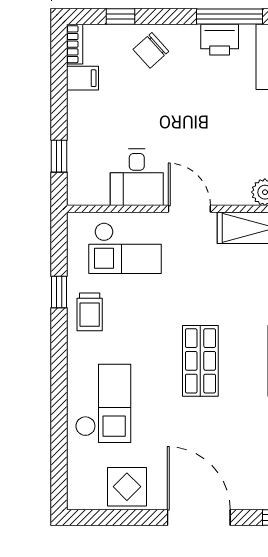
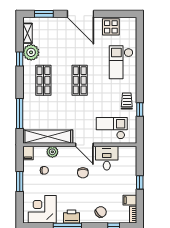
chair: (193, 143) -> (83, 173), added
window: (59, 156) -> (140, 182), moved

